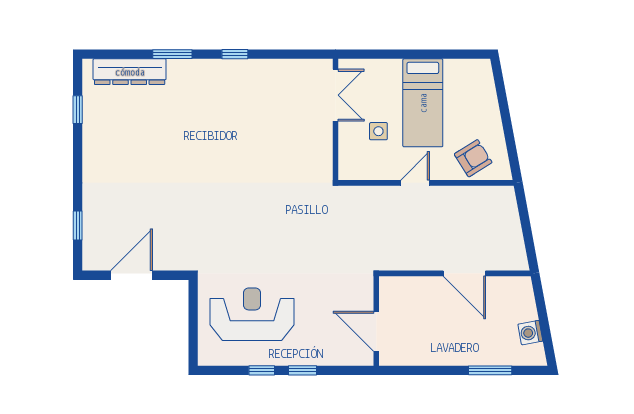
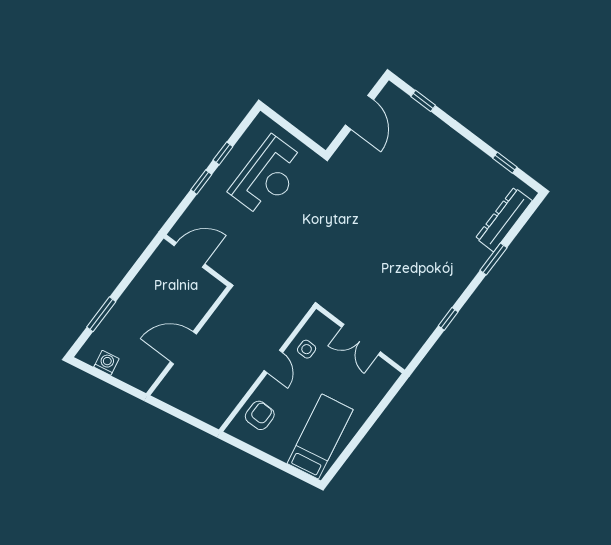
window: (235, 54) -> (448, 319), moved
double door: (335, 95) -> (361, 339), moved
bed: (423, 103) -> (320, 437), moved, turned 79
side table: (378, 131) -> (307, 349), moved
armchair: (473, 158) -> (260, 415), turned -148

